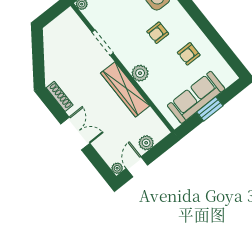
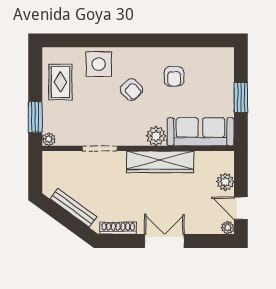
armchair: (158, 33) -> (131, 90), turned -43
bench: (50, 56) -> (73, 208), added
sofa: (196, 97) -> (200, 132), moved, turned 90

